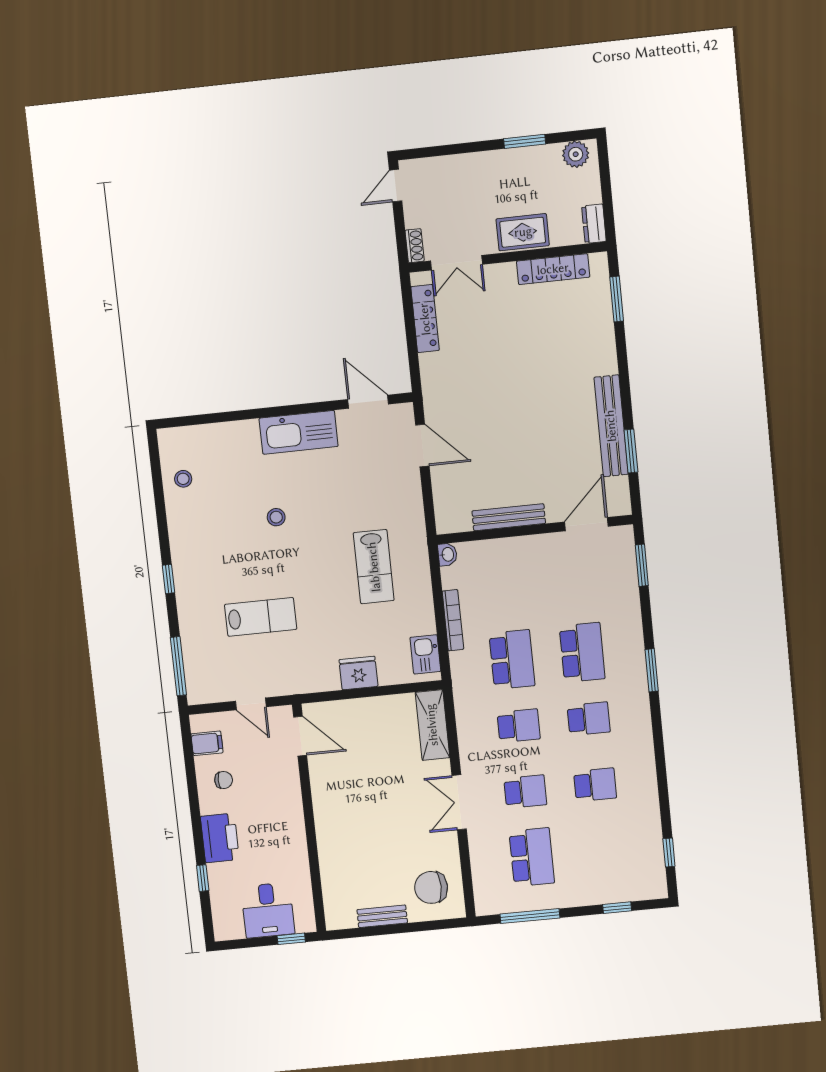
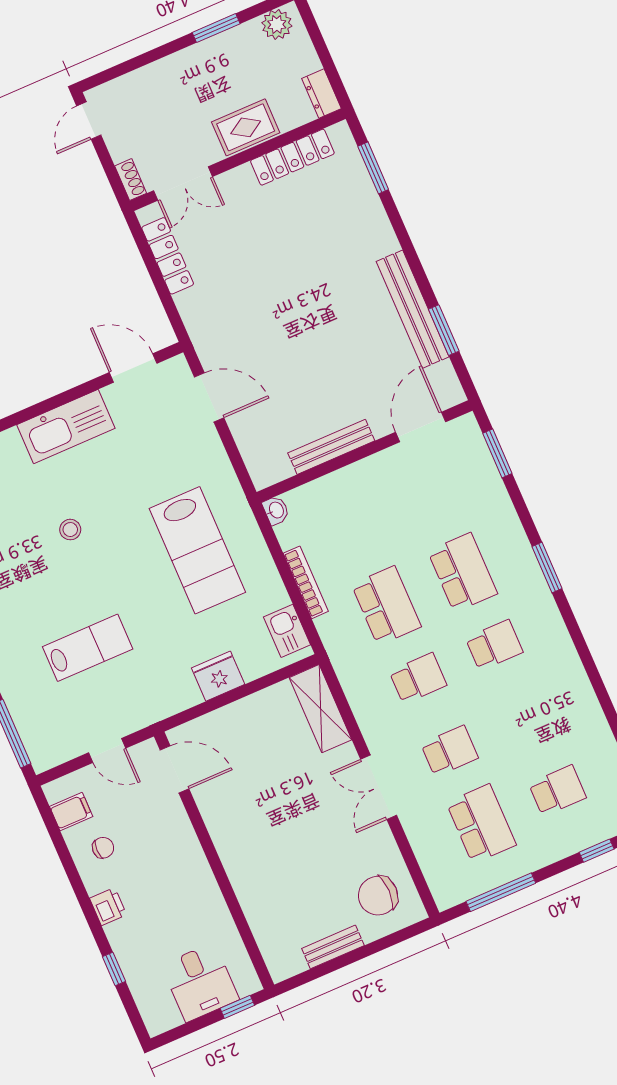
lab bench: (374, 567) -> (197, 550), width x1.36, depth x1.39
school desk: (595, 785) -> (557, 791), moved
printer: (220, 838) -> (108, 907), width x0.53, depth x0.68

